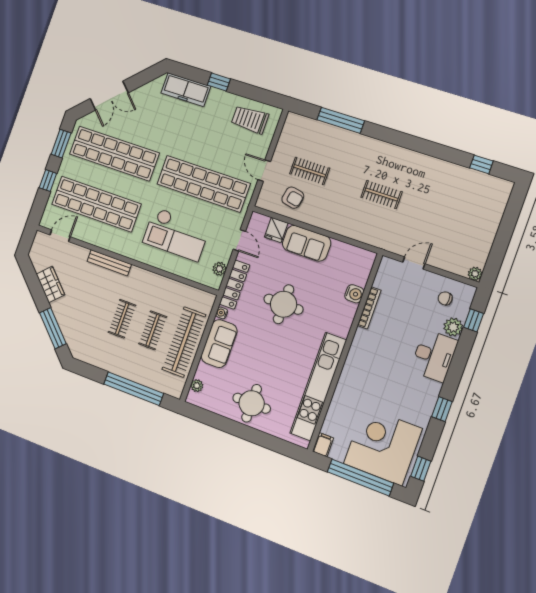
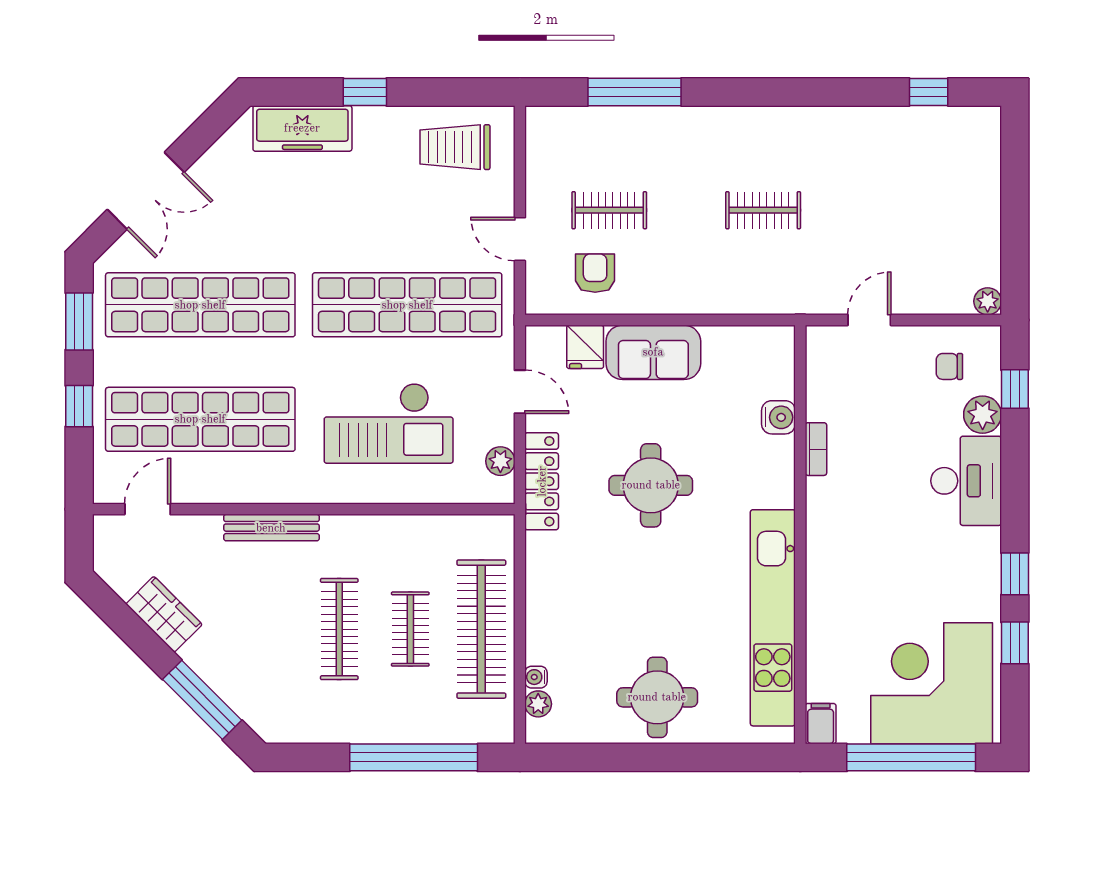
armchair: (293, 198) -> (595, 273), turned -101
bookcase: (369, 308) -> (816, 449), width x0.64
water cooler: (222, 313) -> (536, 677), moved
clothes rail: (122, 319) -> (339, 629), width x1.36
sofa: (219, 344) -> (552, 606), removed
window: (421, 469) -> (1015, 643), moved

